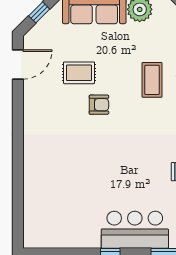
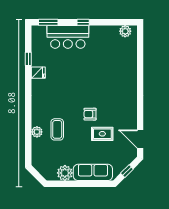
door: (18, 64) -> (140, 139), hinge flipped
plant: (42, 239) -> (125, 31), added

